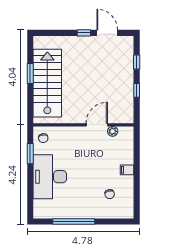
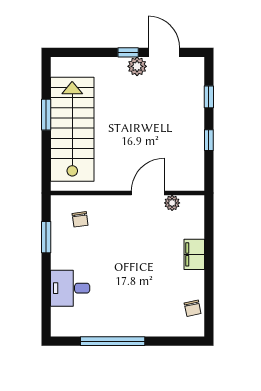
plant: (90, 42) -> (137, 66), added
chair: (43, 138) -> (80, 219), moved
filing cabinet: (127, 170) -> (194, 254), width x2.00
desk: (50, 177) -> (70, 288), width x0.53, depth x0.77
chair: (110, 194) -> (193, 308), moved

